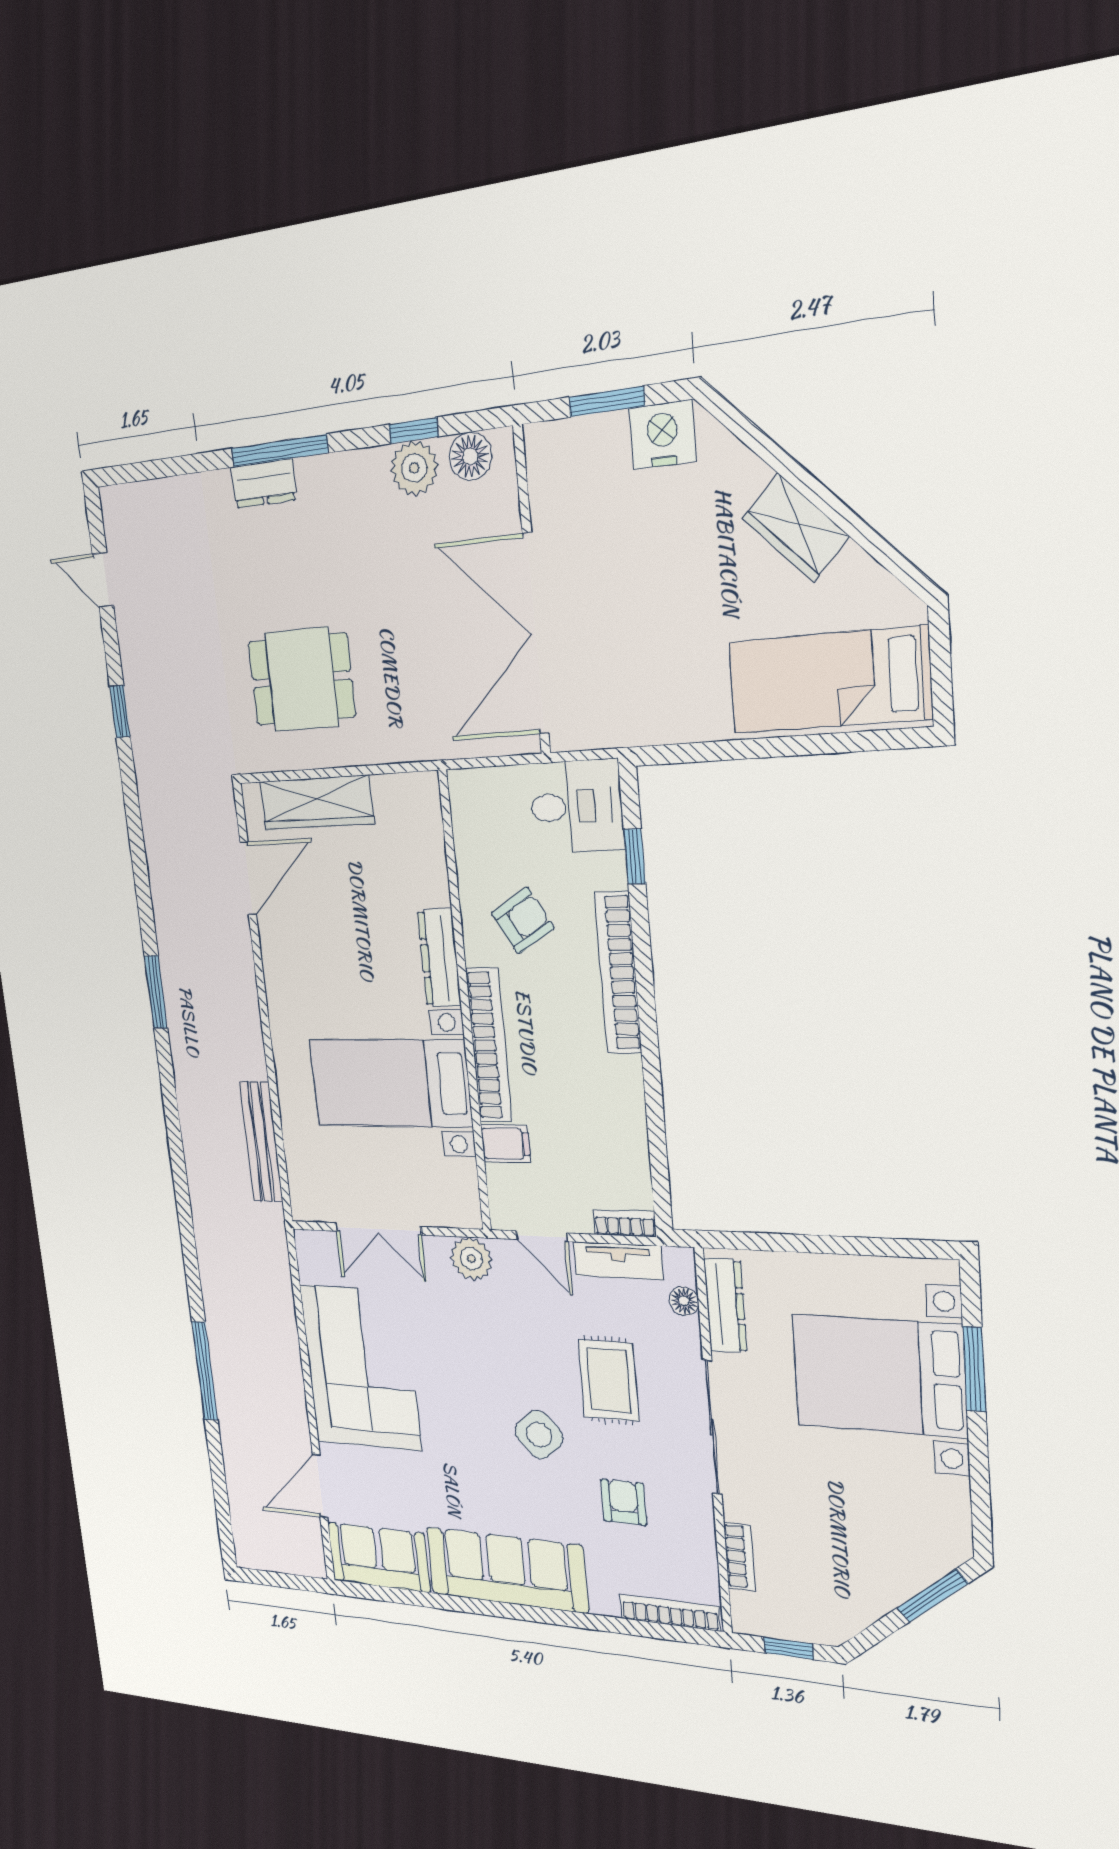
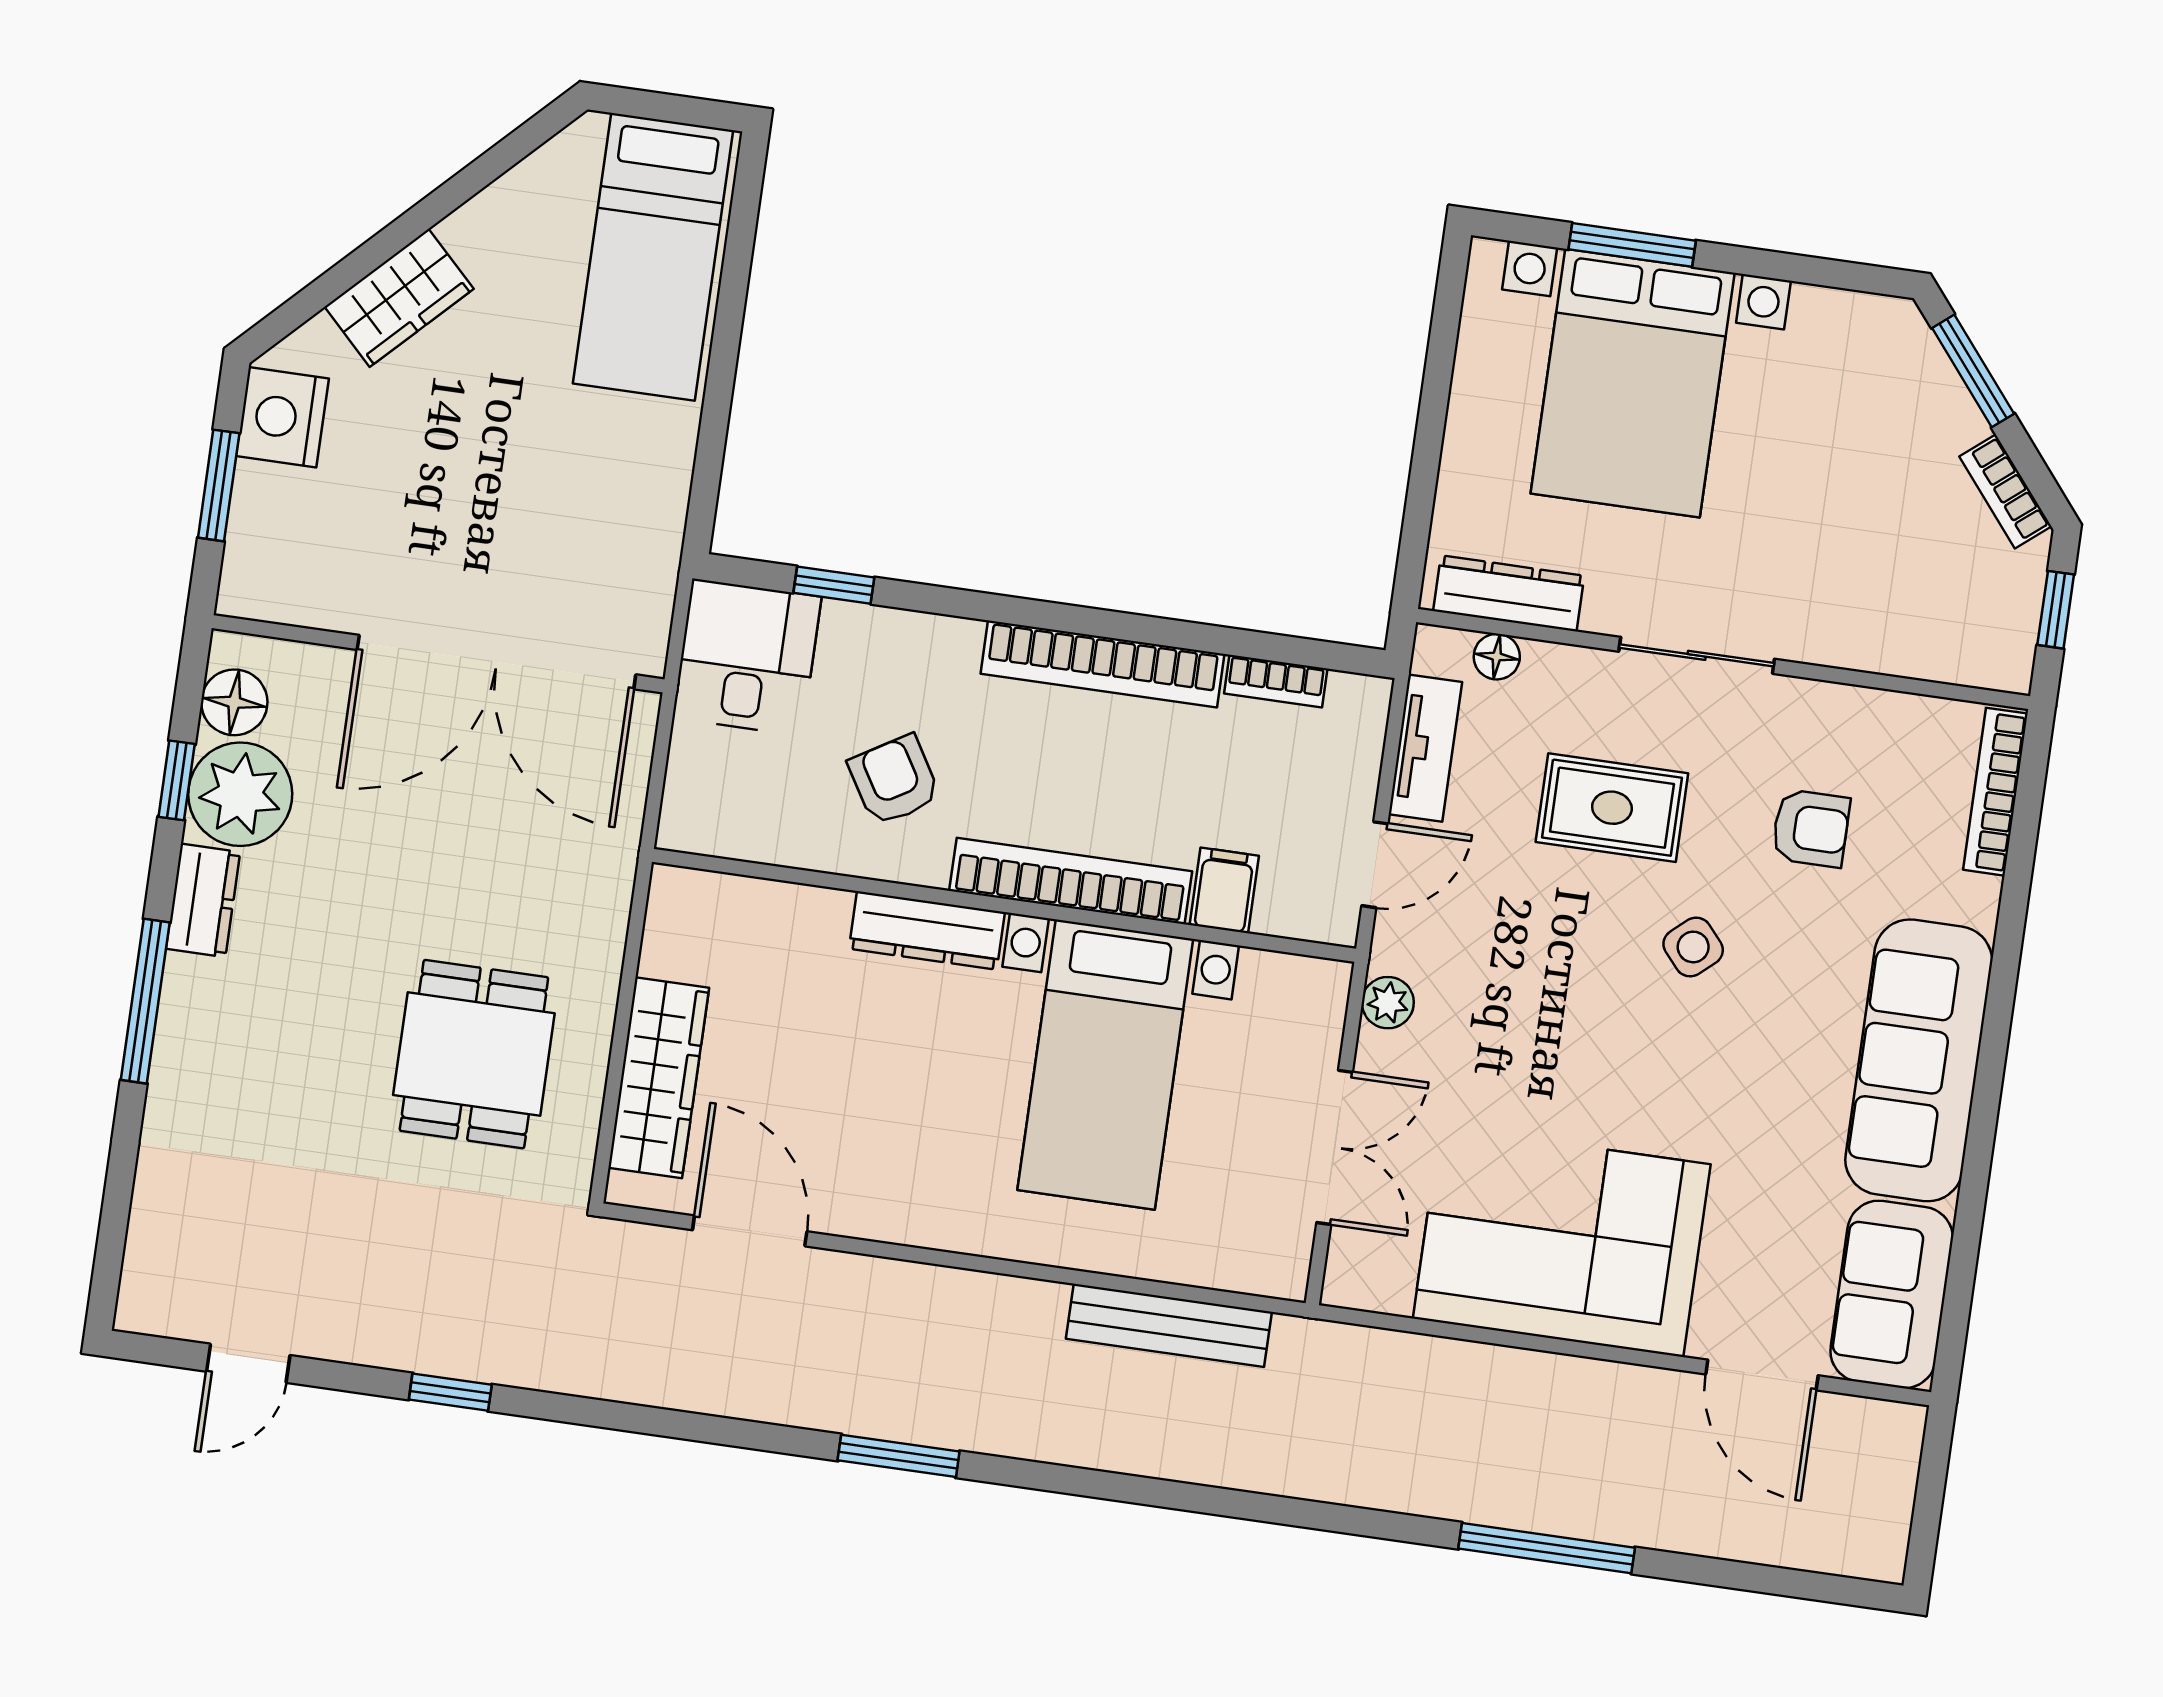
plant: (414, 468) -> (240, 794), width x1.36, depth x1.36
dresser: (264, 483) -> (203, 900), moved
wardrobe: (796, 527) -> (399, 298), moved
bookcase: (618, 973) -> (1102, 664), moved
bookcase: (625, 1223) -> (1276, 681), moved, turned -90
plant: (471, 1259) -> (1388, 1003), width x0.73, depth x0.73
sliding door: (712, 1427) -> (1697, 655), width x0.73
side table: (539, 1435) -> (1693, 947), width x0.73, depth x0.73
armchair: (624, 1502) -> (1811, 828), turned 180
bookcase: (739, 1556) -> (2005, 491), moved, turned -129

